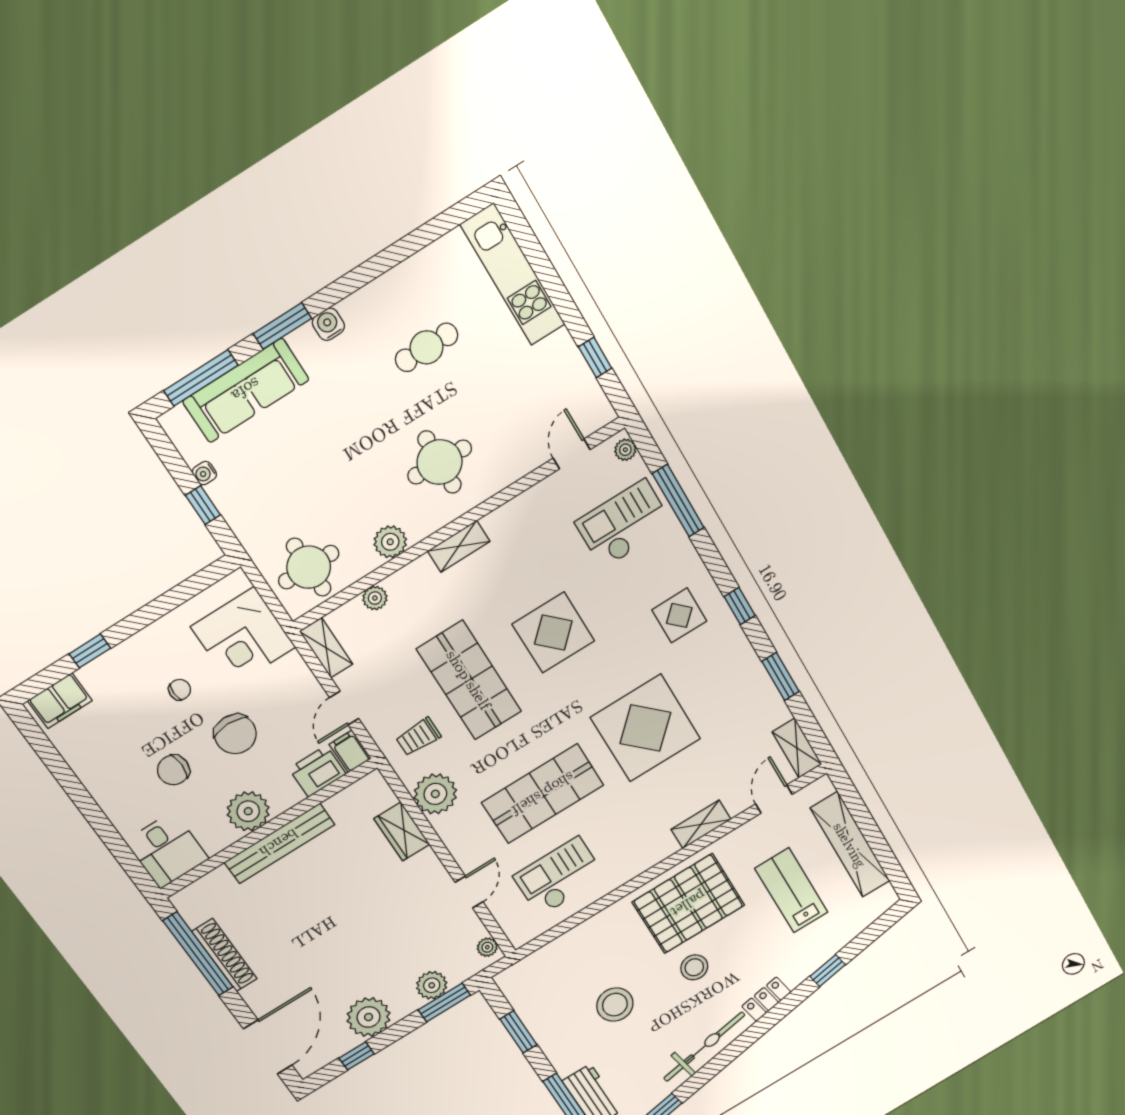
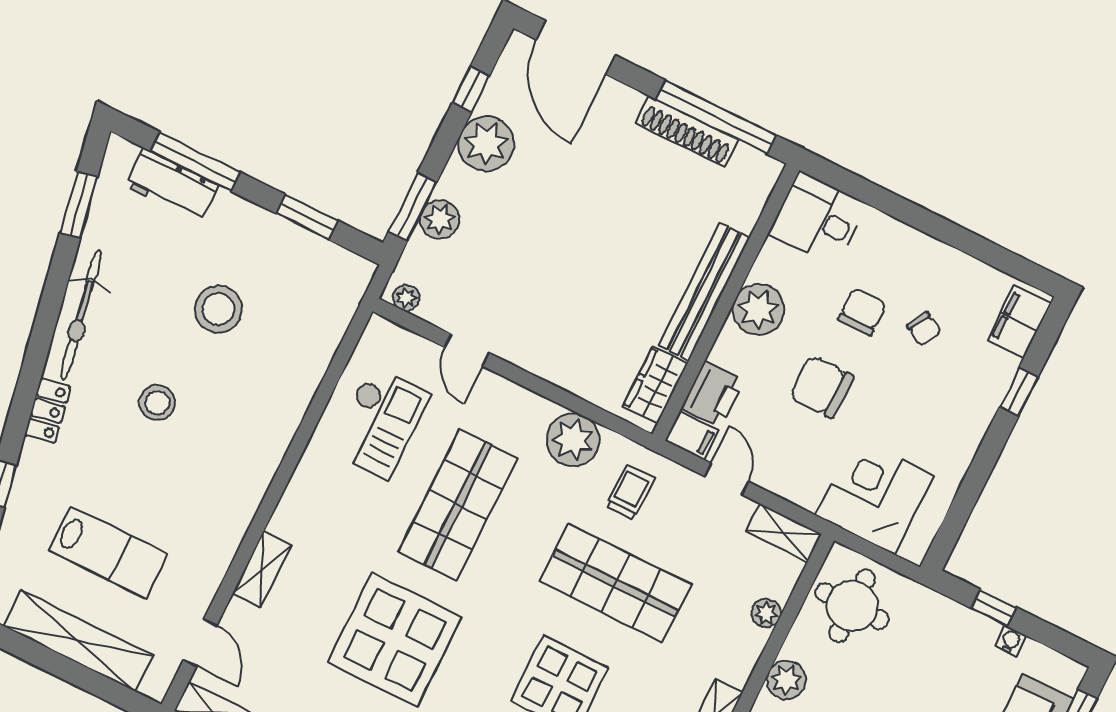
chair: (180, 690) -> (924, 329), moved, turned -61
wardrobe: (402, 832) -> (655, 385), moved, turned -90
pallet: (688, 904) -> (215, 472), removed

